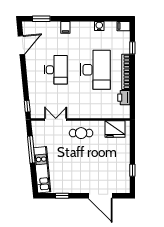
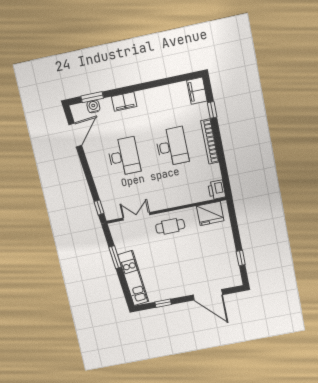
water cooler: (99, 26) -> (93, 106), moved
filing cabinet: (124, 26) -> (197, 91), width x2.00
filing cabinet: (65, 27) -> (124, 102), width x2.00
desk: (95, 70) -> (172, 147), width x0.73, depth x0.77
printer: (124, 98) -> (217, 190), moved
window: (31, 149) -> (115, 257), width x0.69

